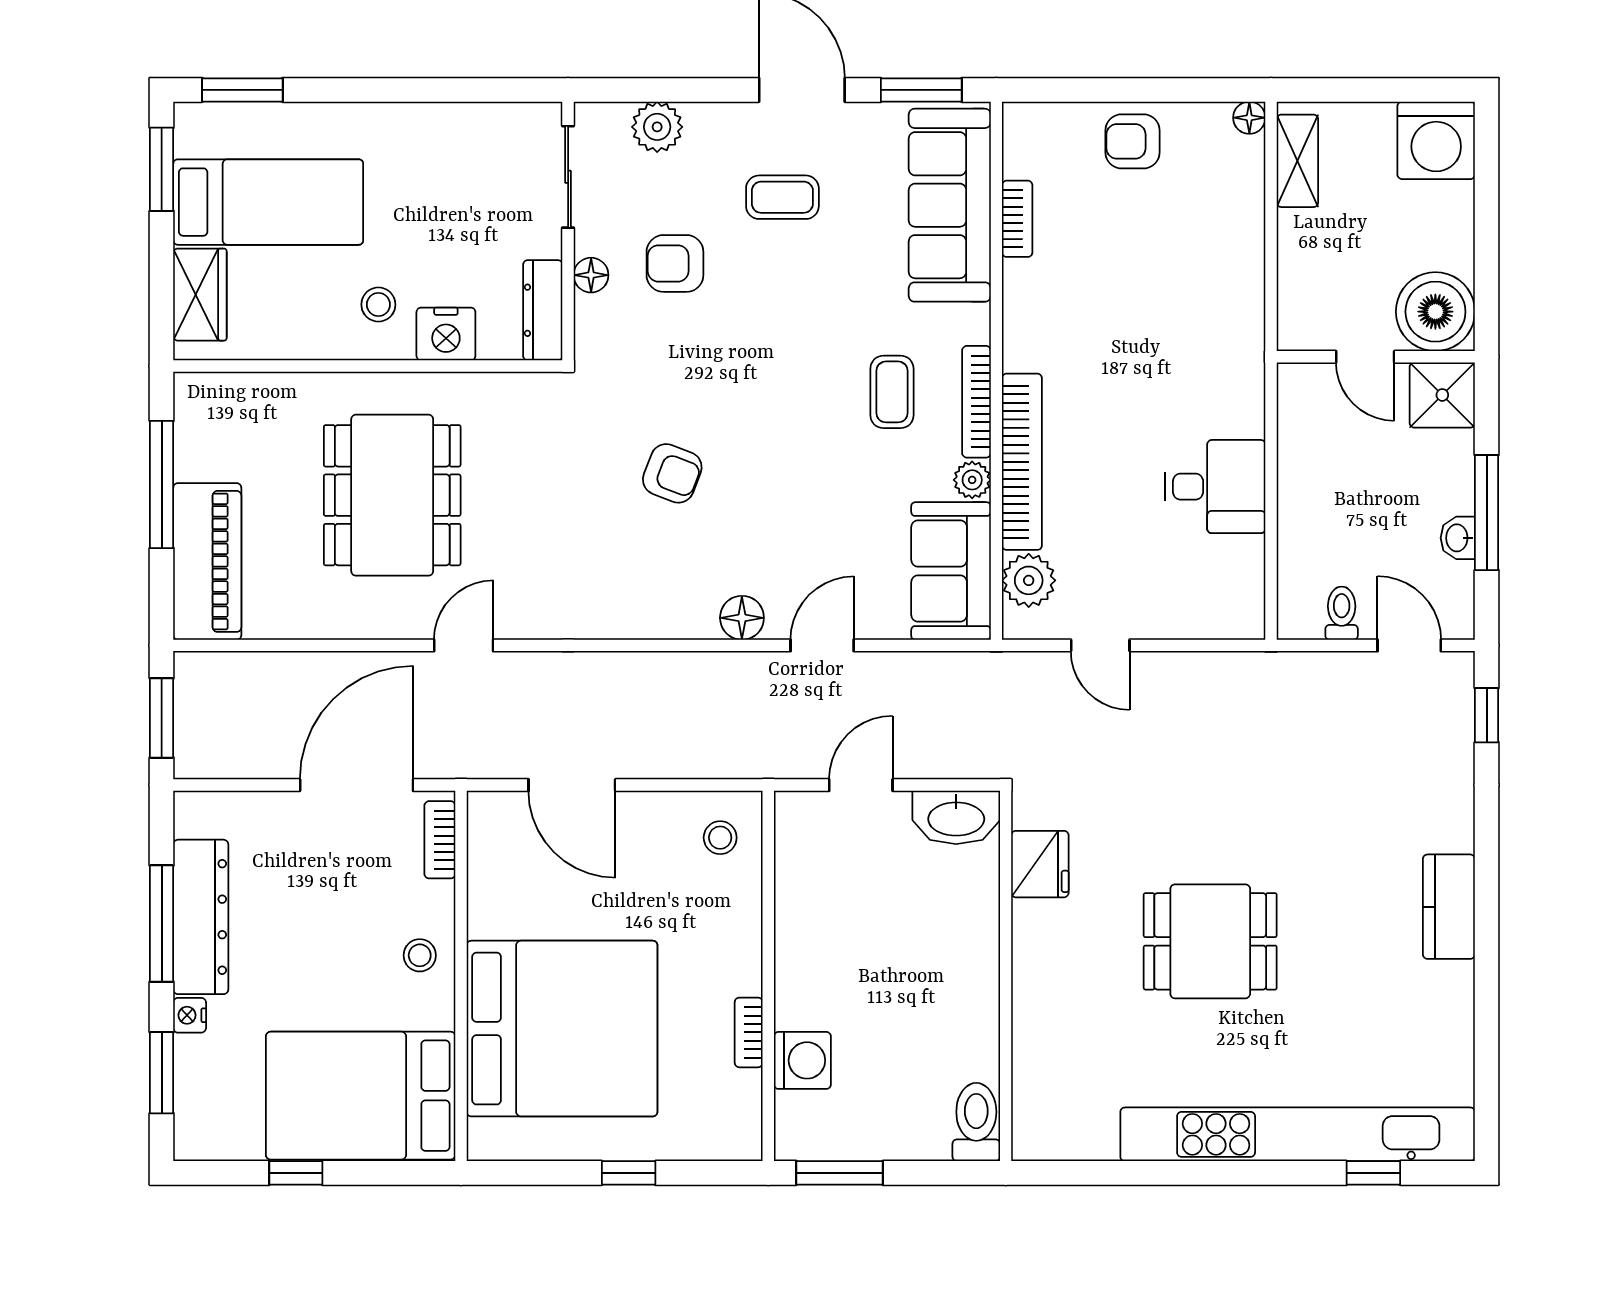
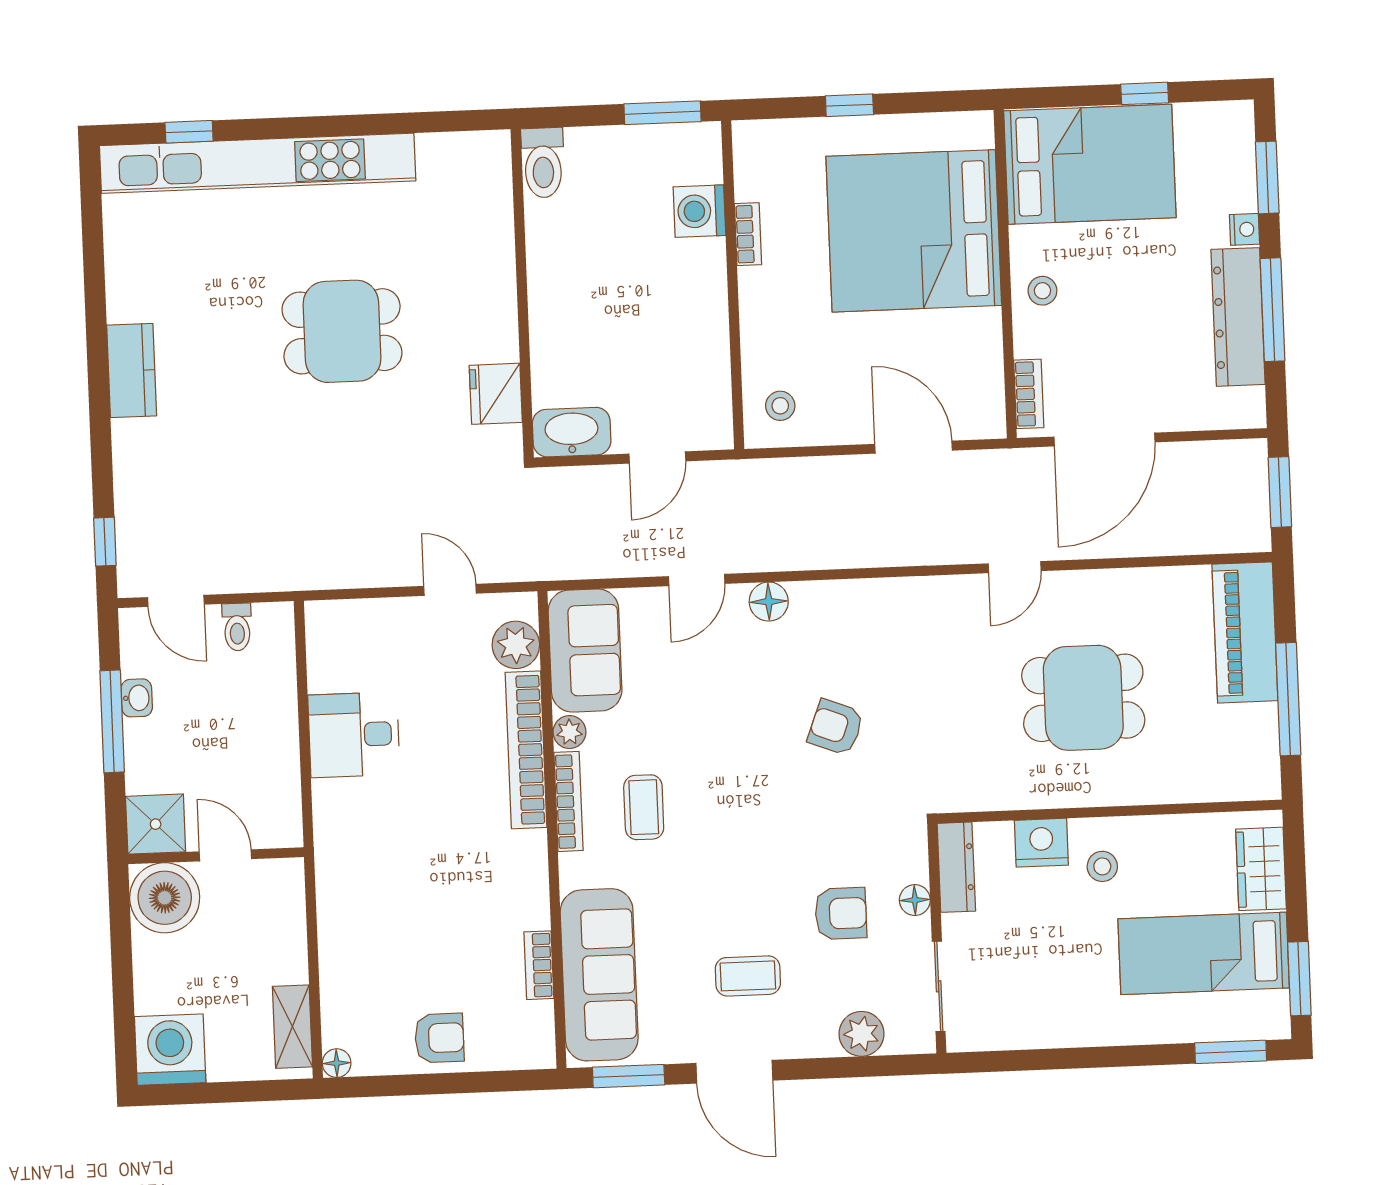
dining table: (392, 495) -> (1083, 698), width x0.73

